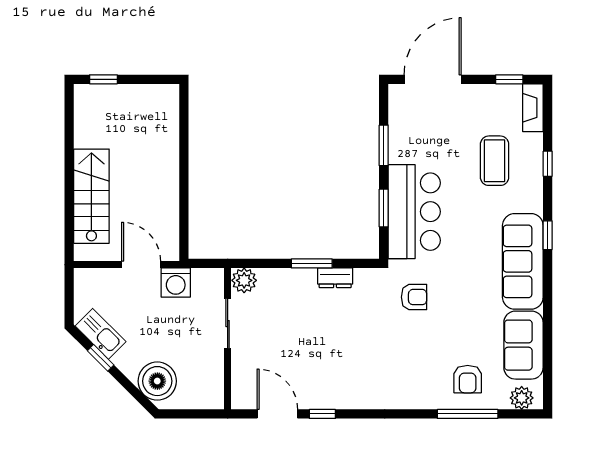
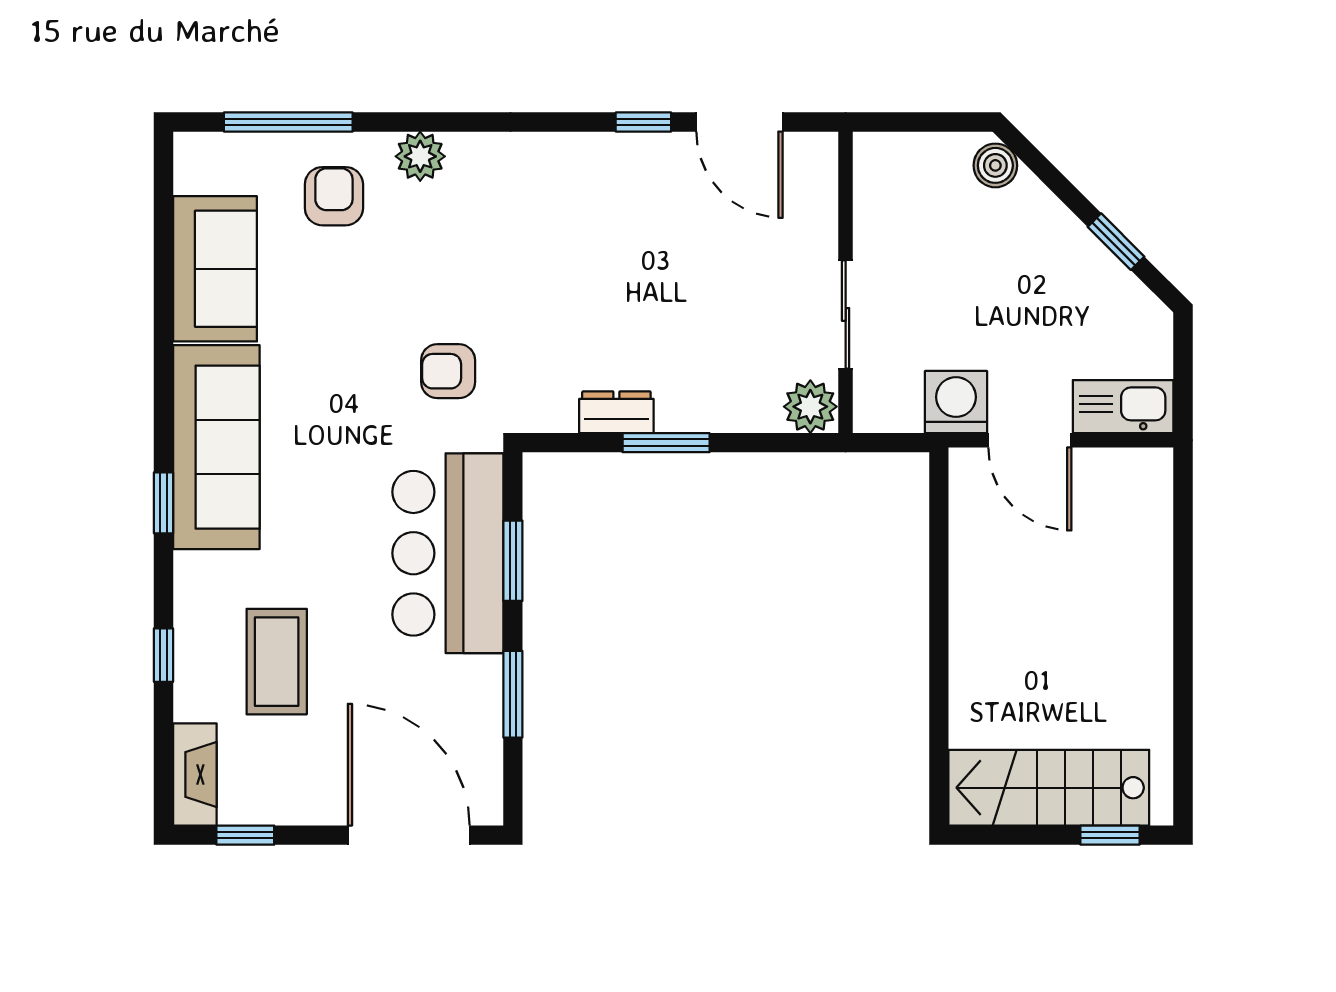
door: (433, 79) -> (409, 835), swing flipped
stairs: (91, 196) -> (1049, 788), moved, turned 90
kitchen sink: (101, 334) -> (1123, 407), moved, turned 135
boiler: (157, 381) -> (995, 165), width x0.54, depth x0.54
plant: (522, 398) -> (420, 156), moved
window: (468, 414) -> (288, 122), moved

